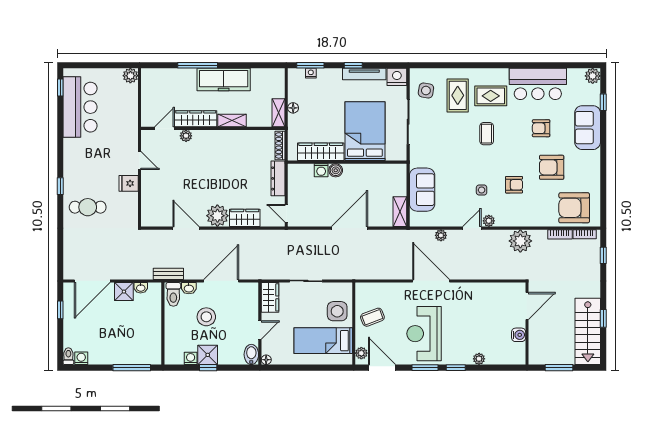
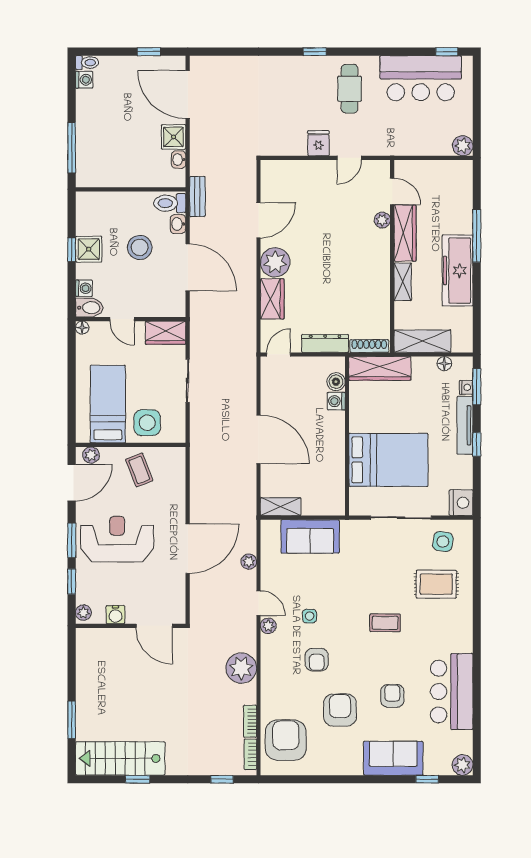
tv unit: (364, 74) -> (465, 425), moved
rug: (491, 96) -> (436, 628), removed
floor lamp: (293, 108) -> (444, 364), moved
shelving: (278, 113) -> (423, 341), width x1.50, depth x1.33
wardrobe: (321, 152) -> (380, 368), moved, turned 90
boiler: (336, 170) -> (336, 382), moved
cafe table: (88, 207) -> (350, 89), moved
door: (527, 306) -> (154, 626), moved
wall: (527, 324) -> (131, 626), moved
water cooler: (519, 335) -> (116, 615), moved
washing machine: (191, 358) -> (84, 288), moved

